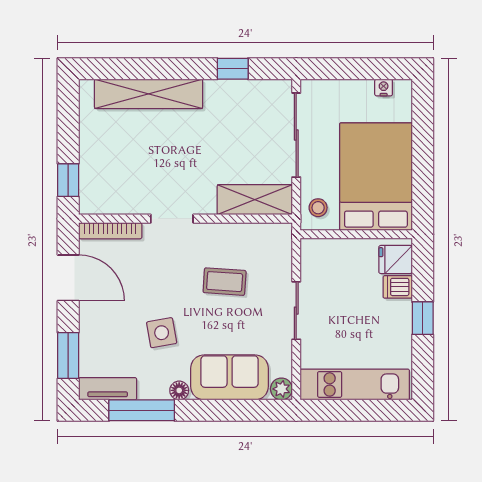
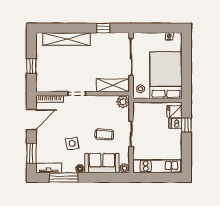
window: (68, 180) -> (31, 66), moved
plant: (278, 237) -> (123, 102), added
door: (68, 278) -> (31, 119), hinge flipped
coffee table: (225, 282) -> (104, 135), moved
window: (423, 318) -> (186, 125), moved

